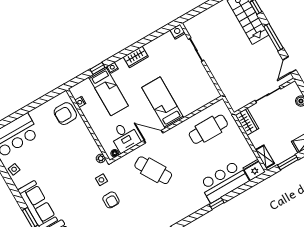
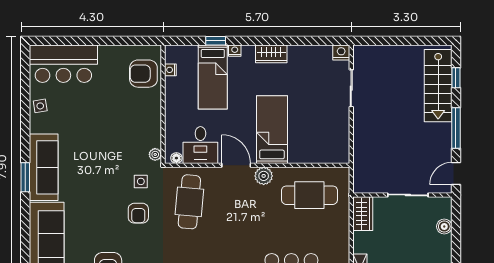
plant: (174, 134) -> (264, 176), added
cafe table: (153, 170) -> (189, 202), moved, turned 36

